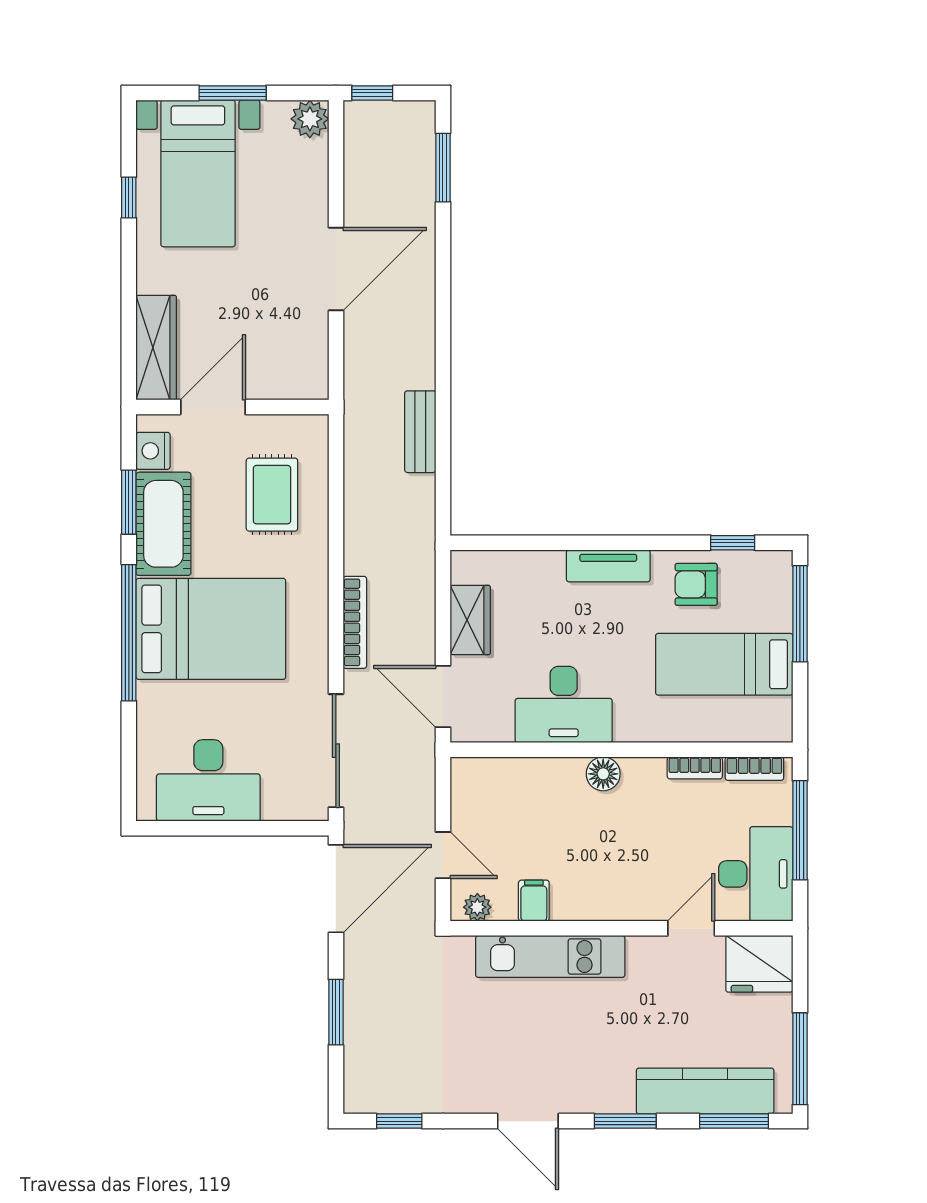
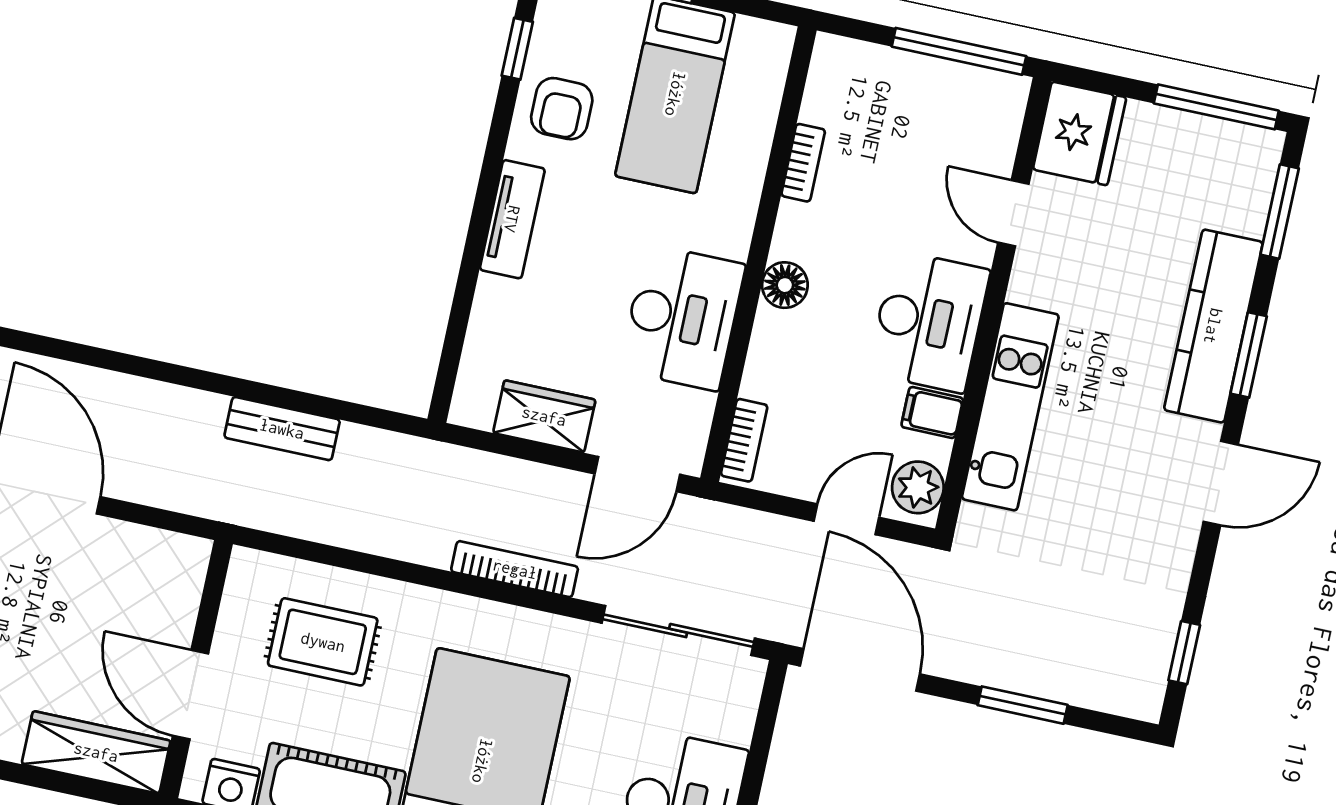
bookcase: (754, 769) -> (744, 440), moved
window: (800, 830) -> (959, 51), moved
desk: (756, 874) -> (929, 322), moved, turned 90
plant: (477, 907) -> (918, 487), width x1.38, depth x1.38
kitchen counter: (705, 1091) -> (1213, 326), moved

